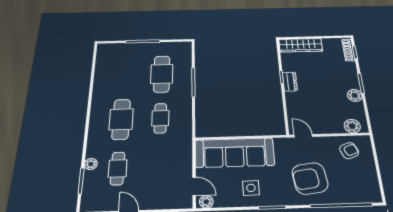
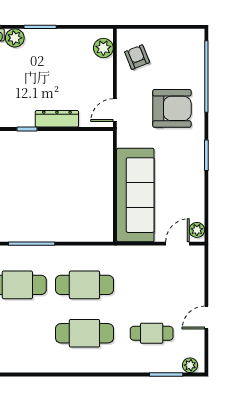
dresser: (290, 82) -> (57, 119), moved, width x1.44
plant: (355, 95) -> (15, 38), moved
cafe table: (160, 118) -> (84, 285), width x1.37, depth x1.35
plant: (91, 164) -> (190, 365), moved
armchair: (310, 178) -> (172, 108), turned -82
side table: (251, 188) -> (182, 178), removed

